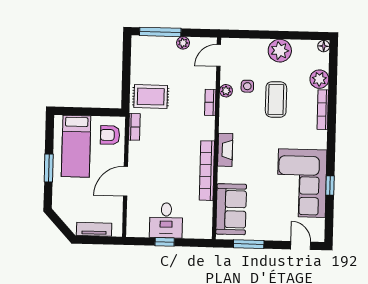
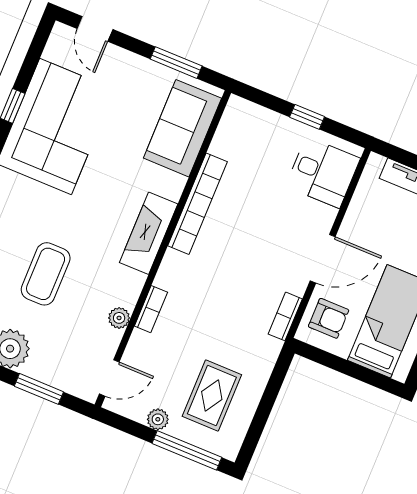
window: (255, 34) -> (39, 389), added
side table: (247, 86) -> (83, 312), removed
rug: (151, 97) -> (212, 396), moved, turned 90
fireplace: (225, 150) -> (149, 233), width x1.37, depth x1.32
door: (126, 181) -> (323, 259), moved
desk: (166, 220) -> (323, 172), moved, turned 90

